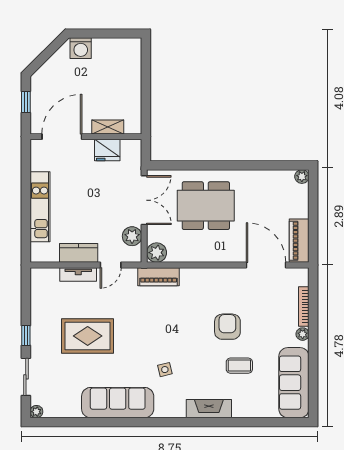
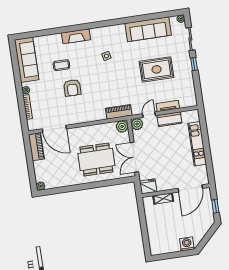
fridge: (107, 150) -> (148, 186), moved
plant: (132, 236) -> (137, 124), moved
sofa: (118, 403) -> (148, 29), moved

